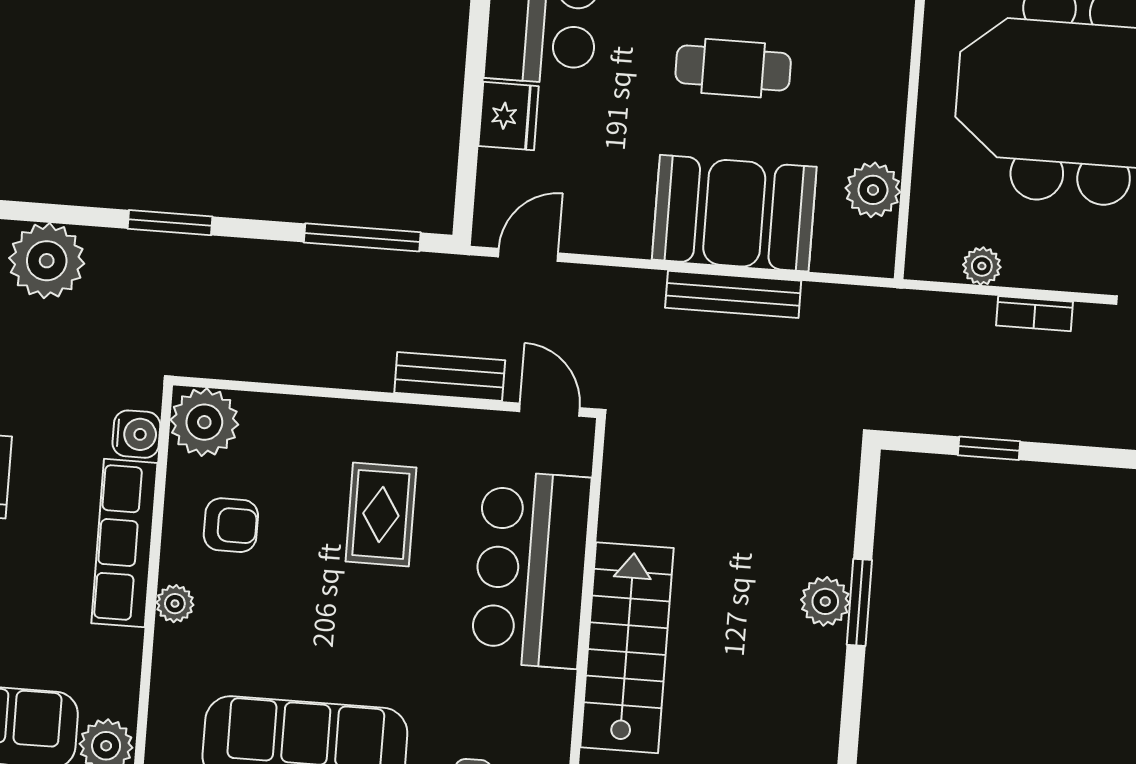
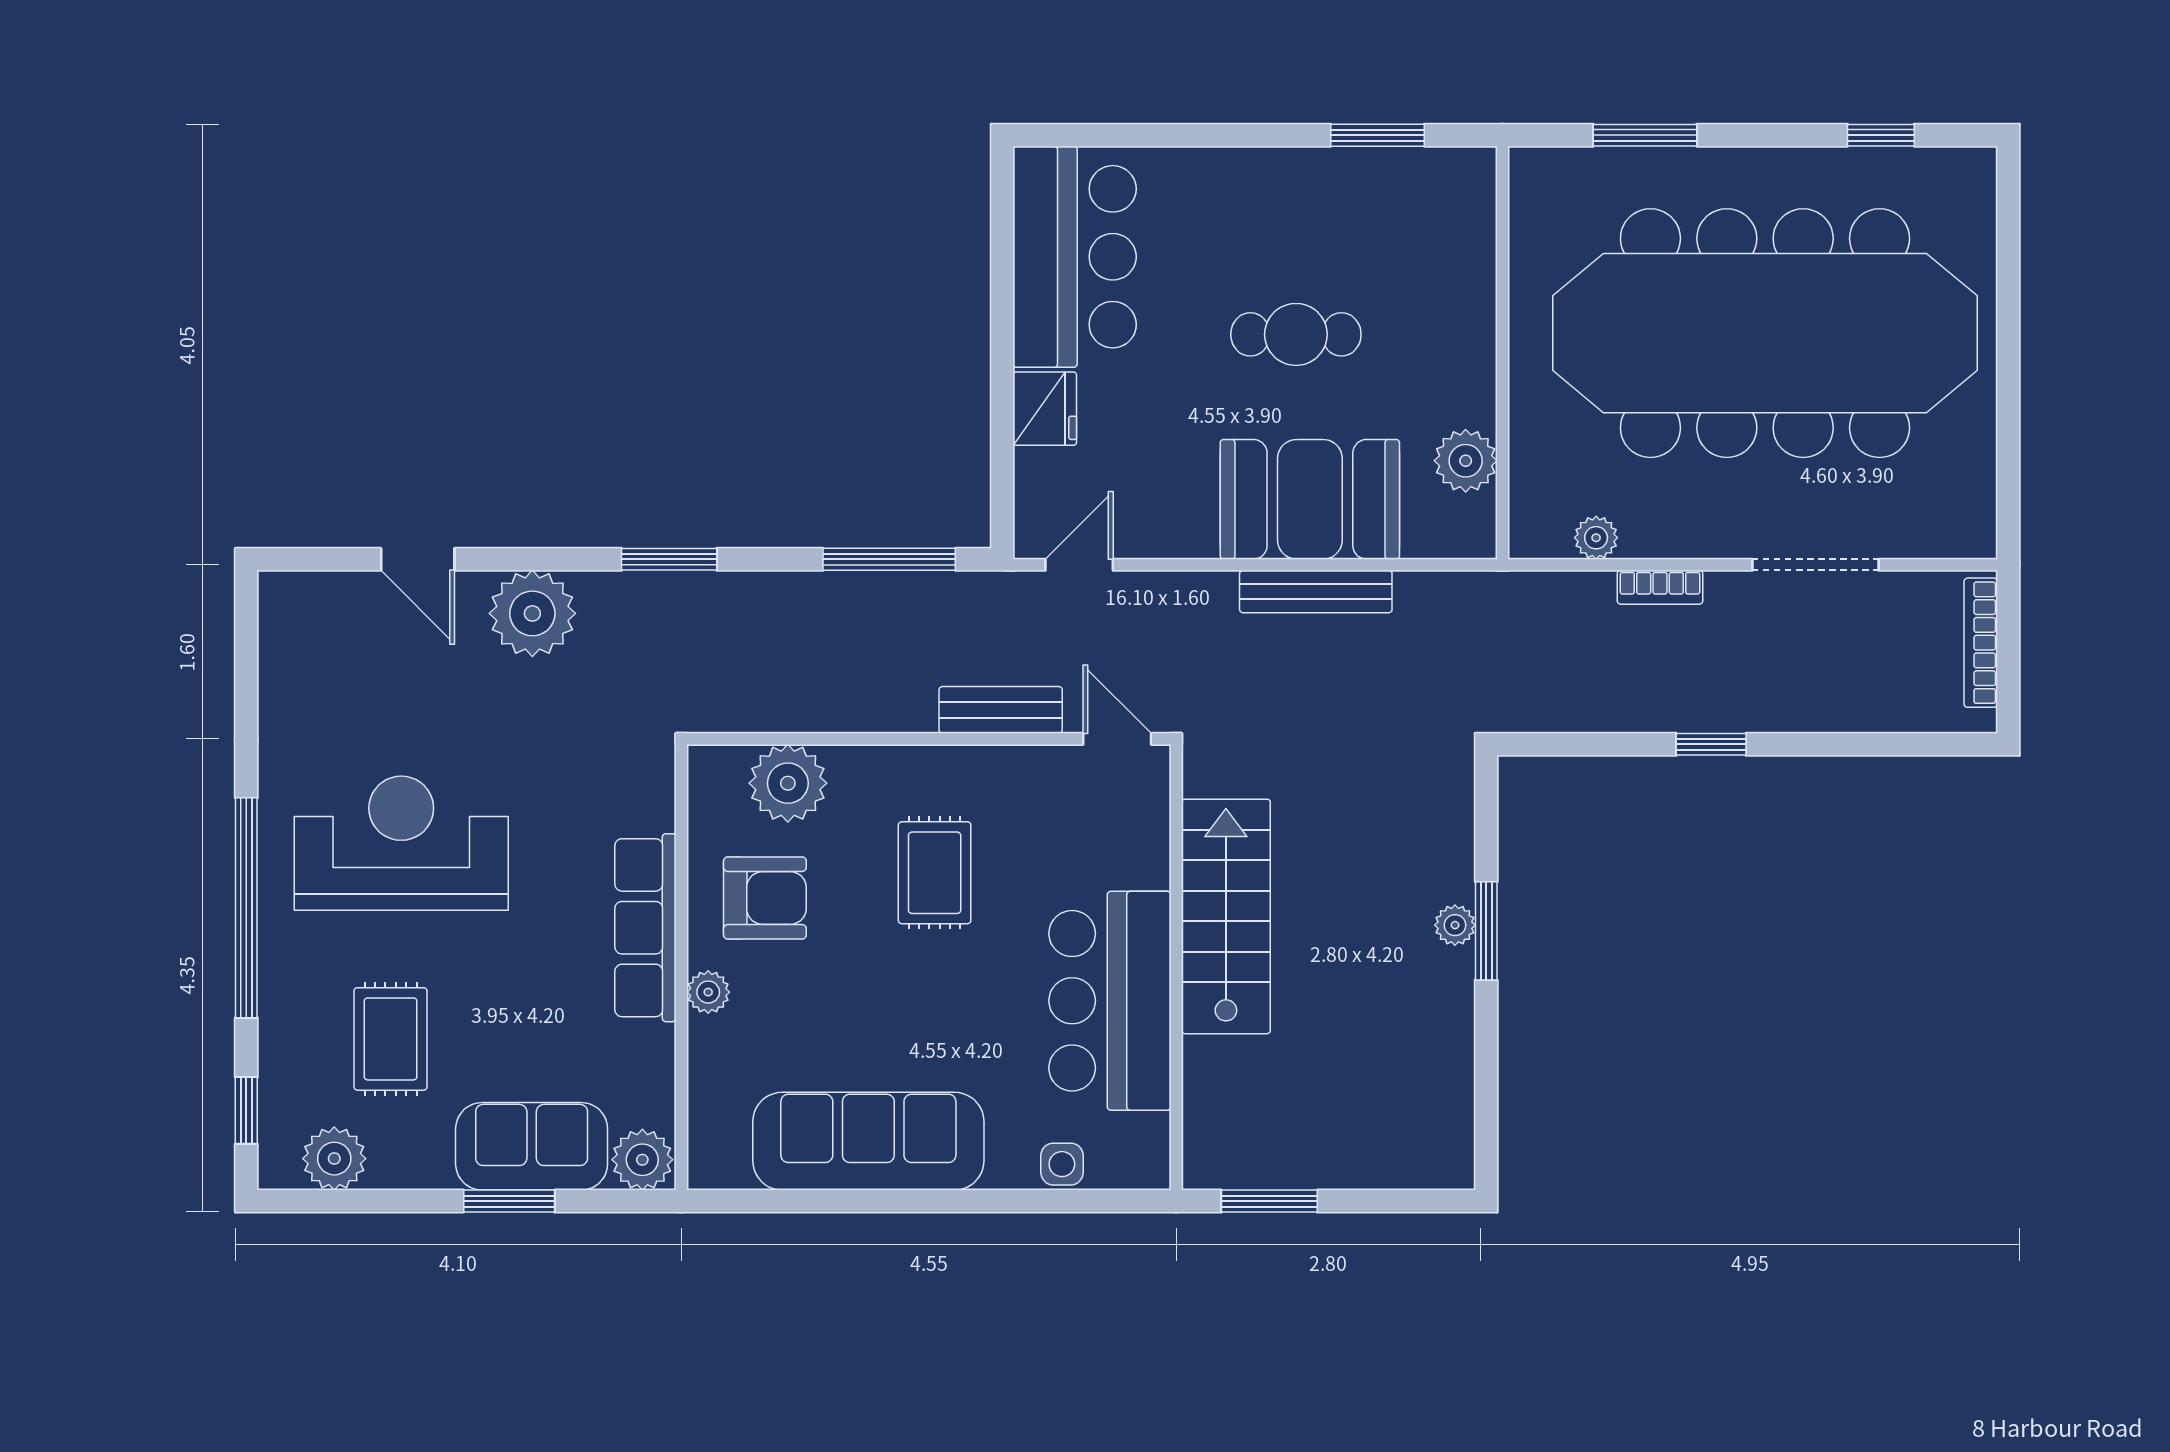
plant: (204, 422) -> (788, 783), moved
water cooler: (136, 434) -> (650, 803), removed
window: (989, 448) -> (1711, 744), moved
armchair: (231, 525) -> (765, 898), width x1.38, depth x1.38
bar counter: (531, 569) -> (1110, 1001), moved
plant: (825, 601) -> (1455, 925), width x0.73, depth x0.73
stairs: (627, 648) -> (1226, 916), moved

